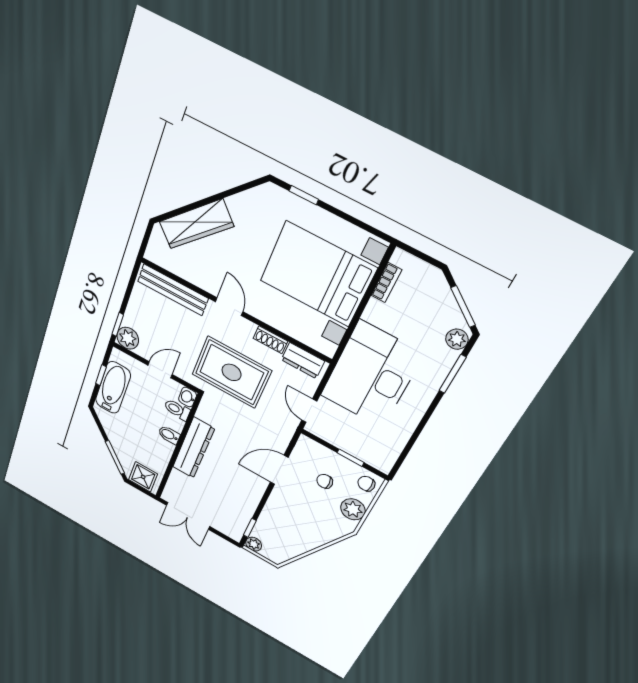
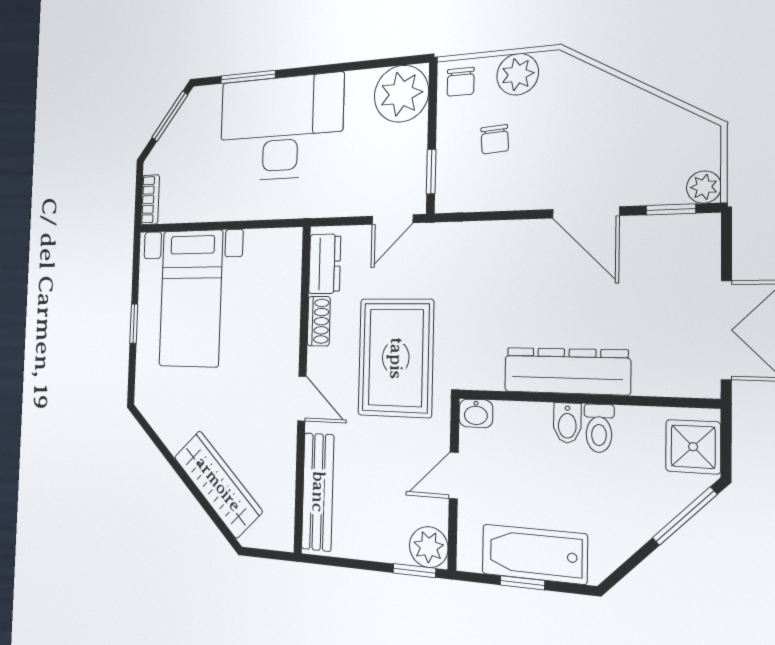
window: (304, 195) -> (134, 324), moved
bed with nightstands: (318, 274) -> (191, 298), width x0.73
bookcase: (386, 283) -> (150, 200), moved, turned 90
door: (229, 307) -> (302, 398), swing flipped
plant: (457, 339) -> (401, 94), moved, width x1.87, depth x1.87
door: (160, 370) -> (454, 476), hinge flipped
desk: (371, 375) -> (281, 128), moved, turned 180
toilet: (177, 410) -> (599, 428), moved
window: (351, 458) -> (431, 172), moved
door: (279, 470) -> (586, 212), moved

